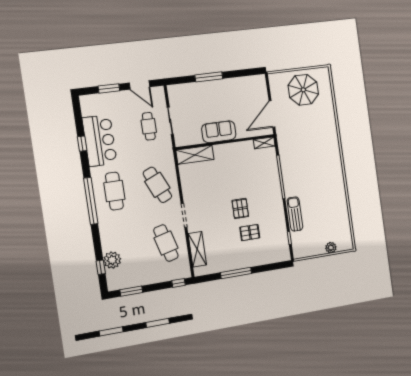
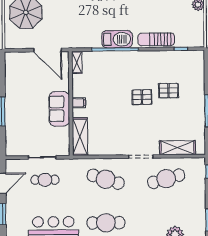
filing cabinet: (227, 150) -> (79, 103), added
barbecue: (290, 178) -> (117, 39), added
cafe table: (157, 185) -> (106, 179), turned 42
pallet: (250, 233) -> (169, 91), turned 90

